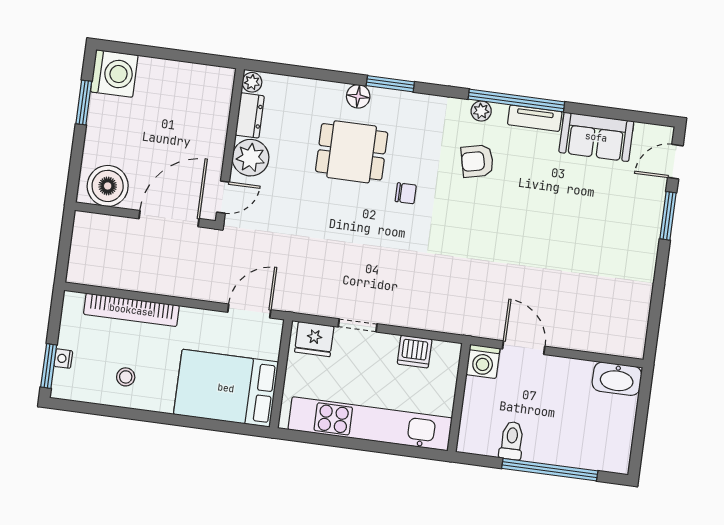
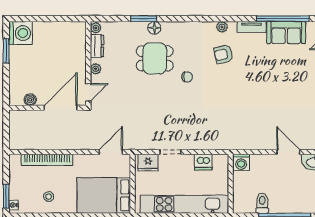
window: (390, 84) -> (144, 19), moved
window: (516, 100) -> (283, 19), moved
plant: (250, 158) -> (96, 69), width x0.53, depth x0.53
boiler: (108, 186) -> (30, 100), width x0.54, depth x0.54
door: (524, 348) -> (288, 152), moved
nightstand: (63, 359) -> (14, 205), moved

